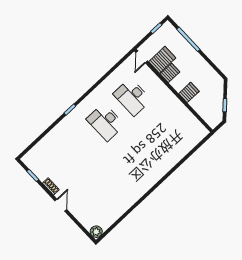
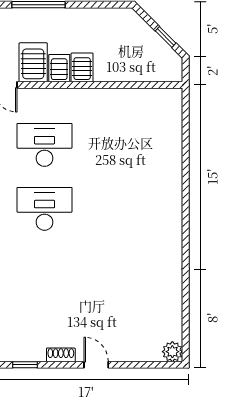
server rack: (189, 92) -> (82, 67), moved
desk: (132, 97) -> (44, 145), turned 180
desk: (105, 122) -> (44, 209), turned 180

